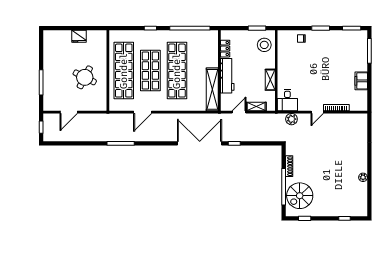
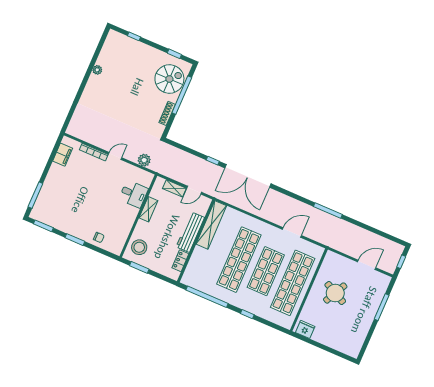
fridge: (79, 36) -> (305, 329), moved
filing cabinet: (361, 81) -> (63, 155), moved
desk: (287, 100) -> (134, 194), moved, turned 90

